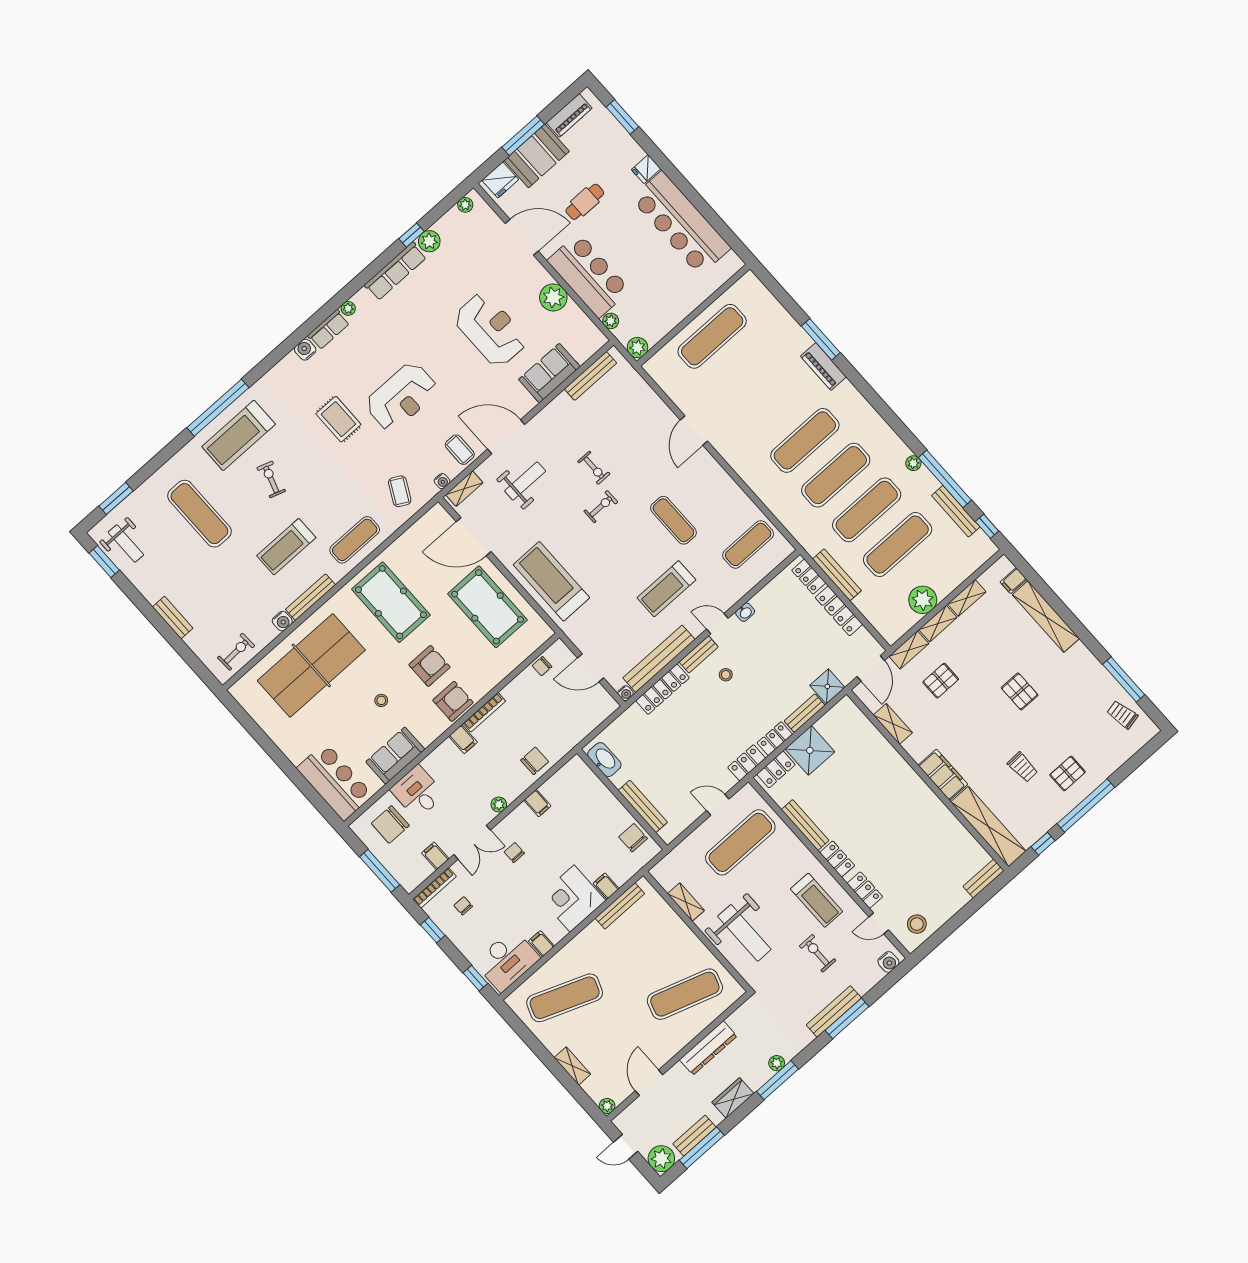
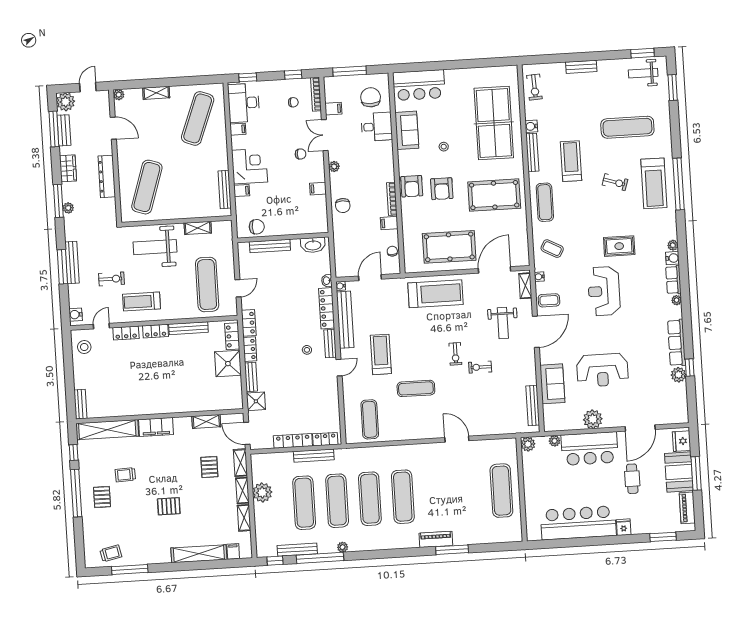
plant: (465, 205) -> (673, 245), moved
treadmill: (239, 435) -> (654, 183), turned 180
washbasin: (745, 612) -> (327, 281), moved
filing cabinet: (463, 739) -> (389, 223), moved

